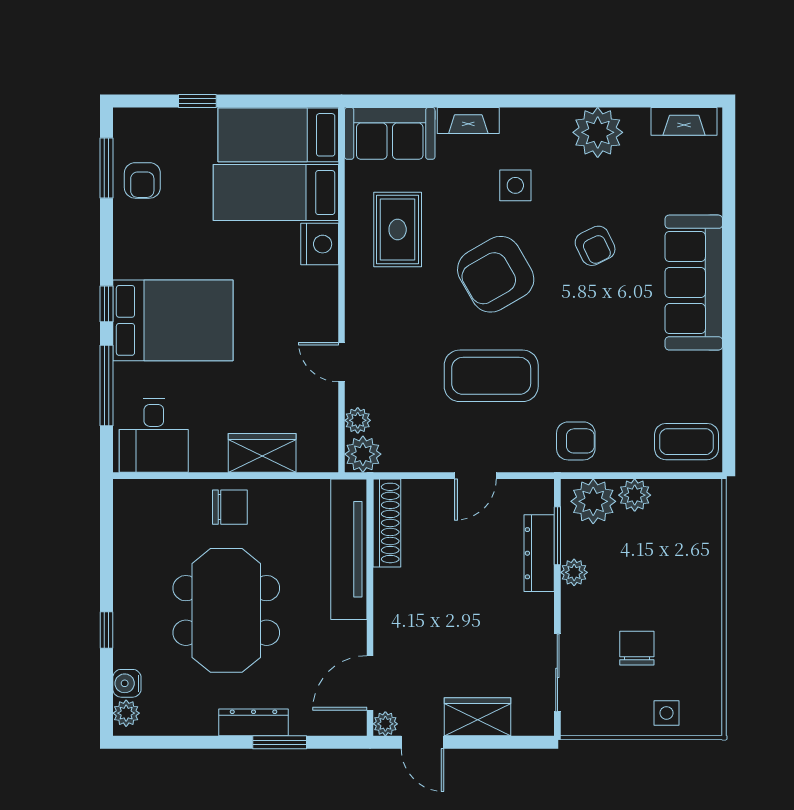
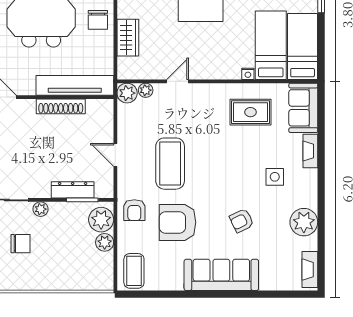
nightstand: (320, 244) -> (248, 74), width x0.53, depth x0.56
armchair: (496, 274) -> (177, 222), moved, turned -60
shoe rack: (387, 523) -> (61, 106), moved
plant: (574, 572) -> (41, 209), moved

